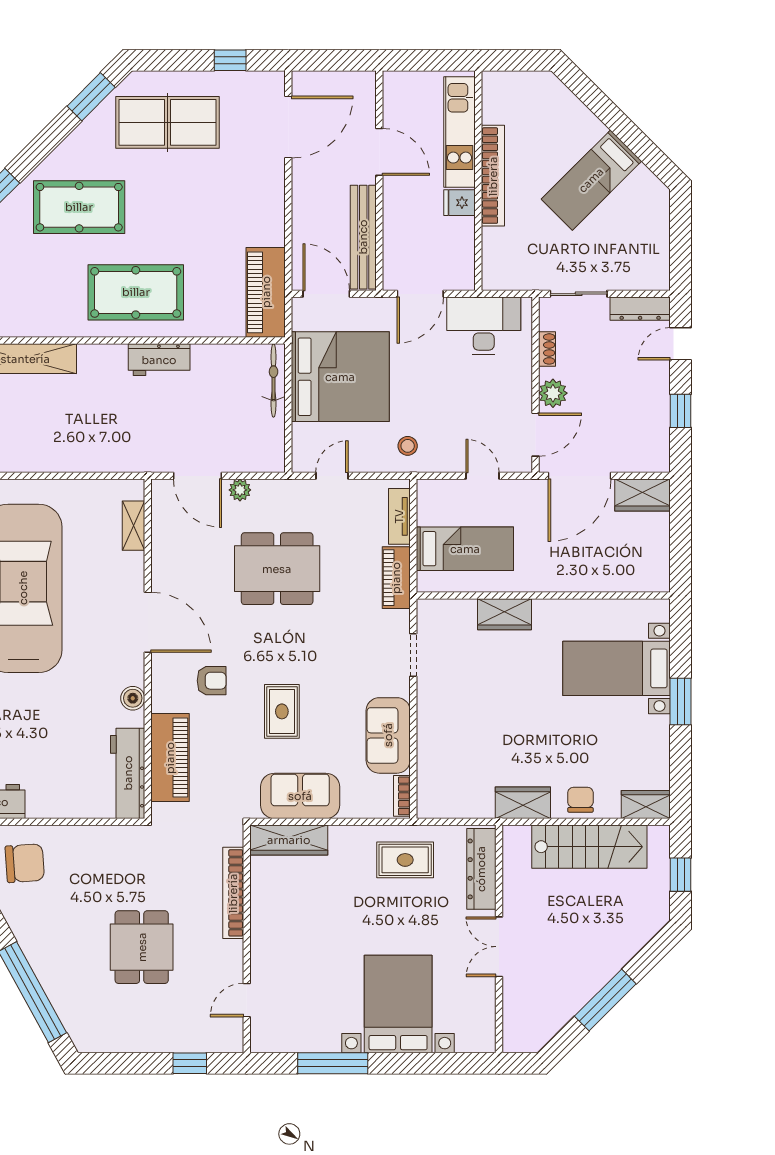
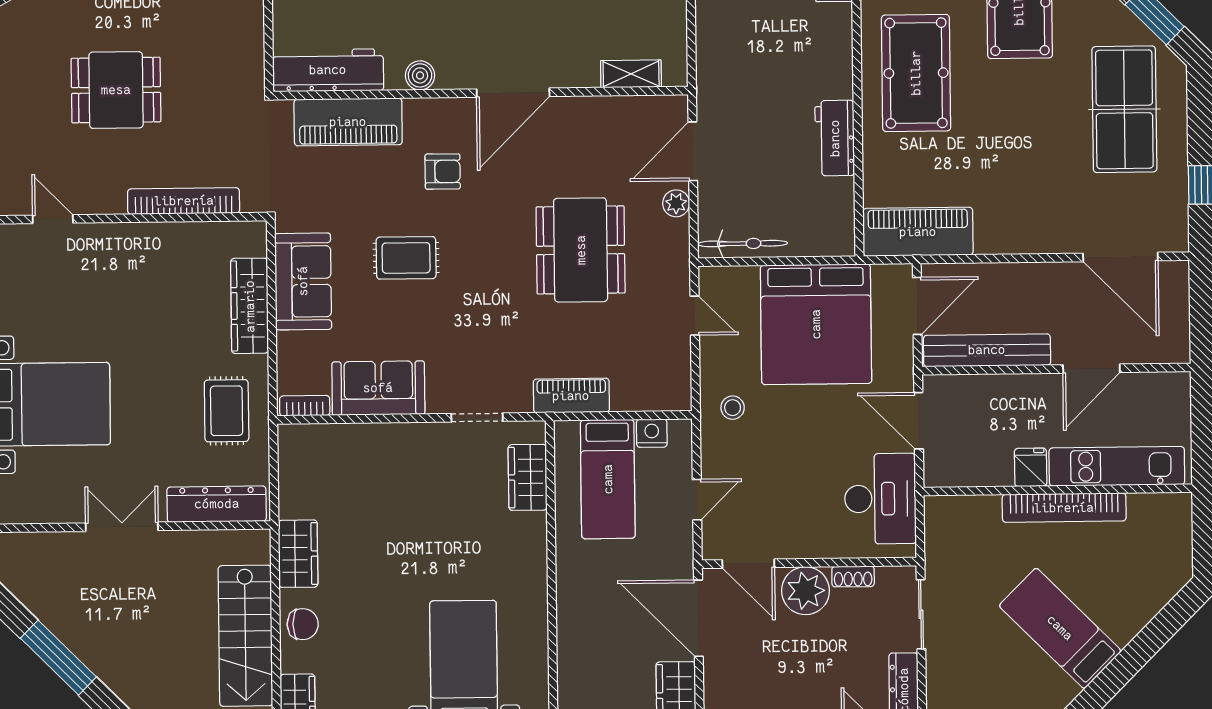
workbench: (159, 360) -> (835, 138), moved
bicycle: (274, 380) -> (743, 244), moved
plant: (553, 393) -> (806, 591), width x1.36, depth x1.36
nightstand: (428, 512) -> (652, 433), added
tv unit: (399, 516) -> (646, 398), removed
wardrobe: (504, 614) -> (528, 477), moved
armchair: (212, 681) -> (443, 171), turned -90
wardrobe: (289, 840) -> (250, 306), moved

